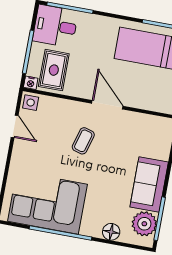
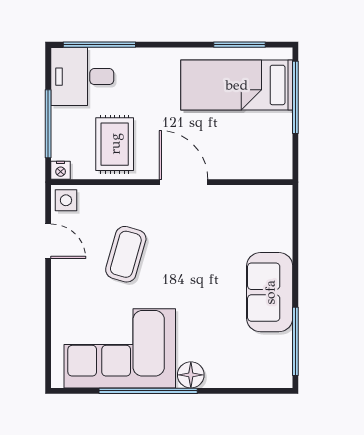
rug: (54, 70) -> (115, 144), moved
coffee table: (83, 141) -> (126, 254), moved, width x1.36, depth x1.30
plant: (144, 224) -> (273, 353), removed
floor lamp: (111, 232) -> (191, 375), moved

